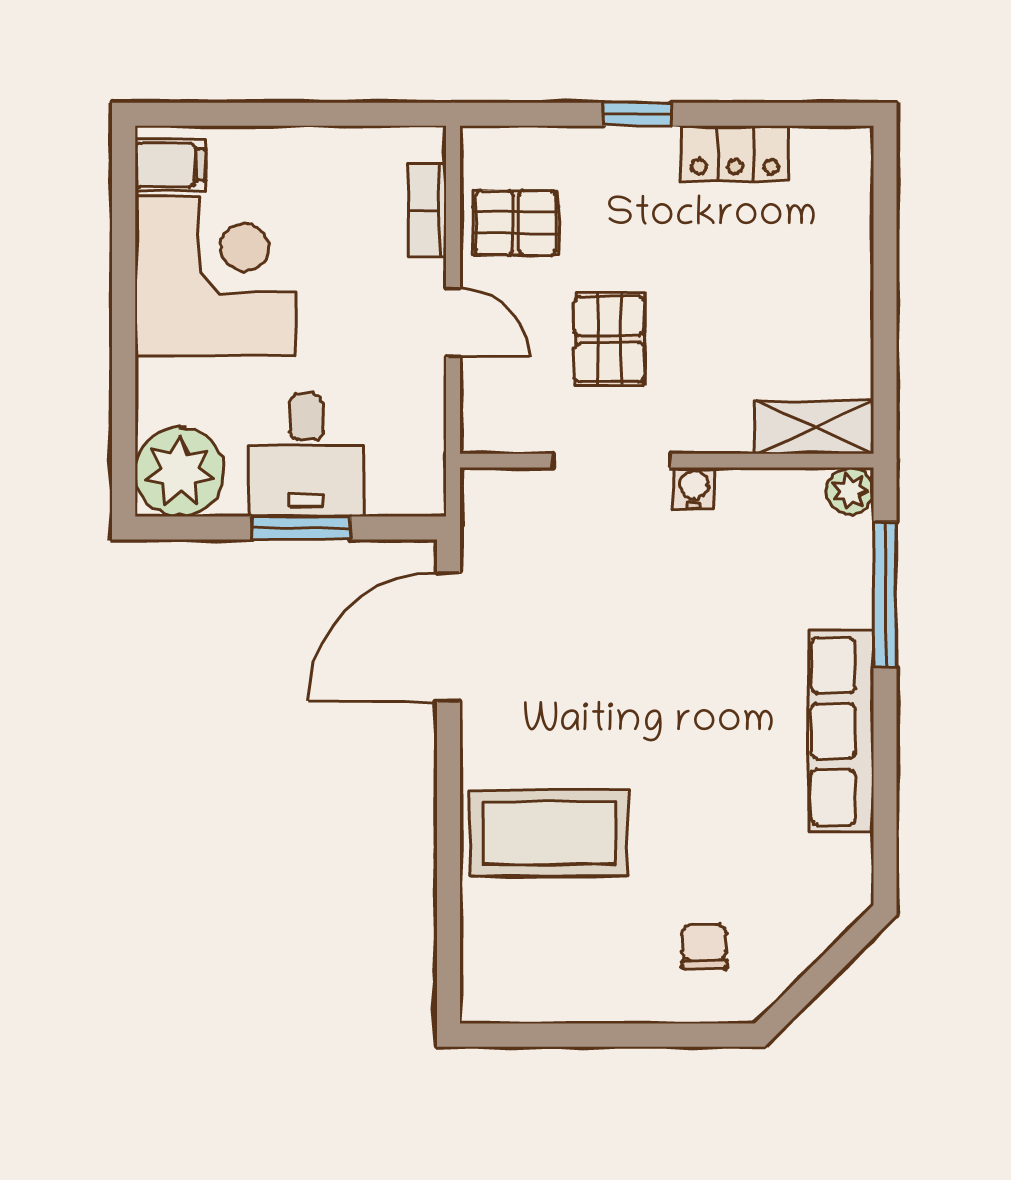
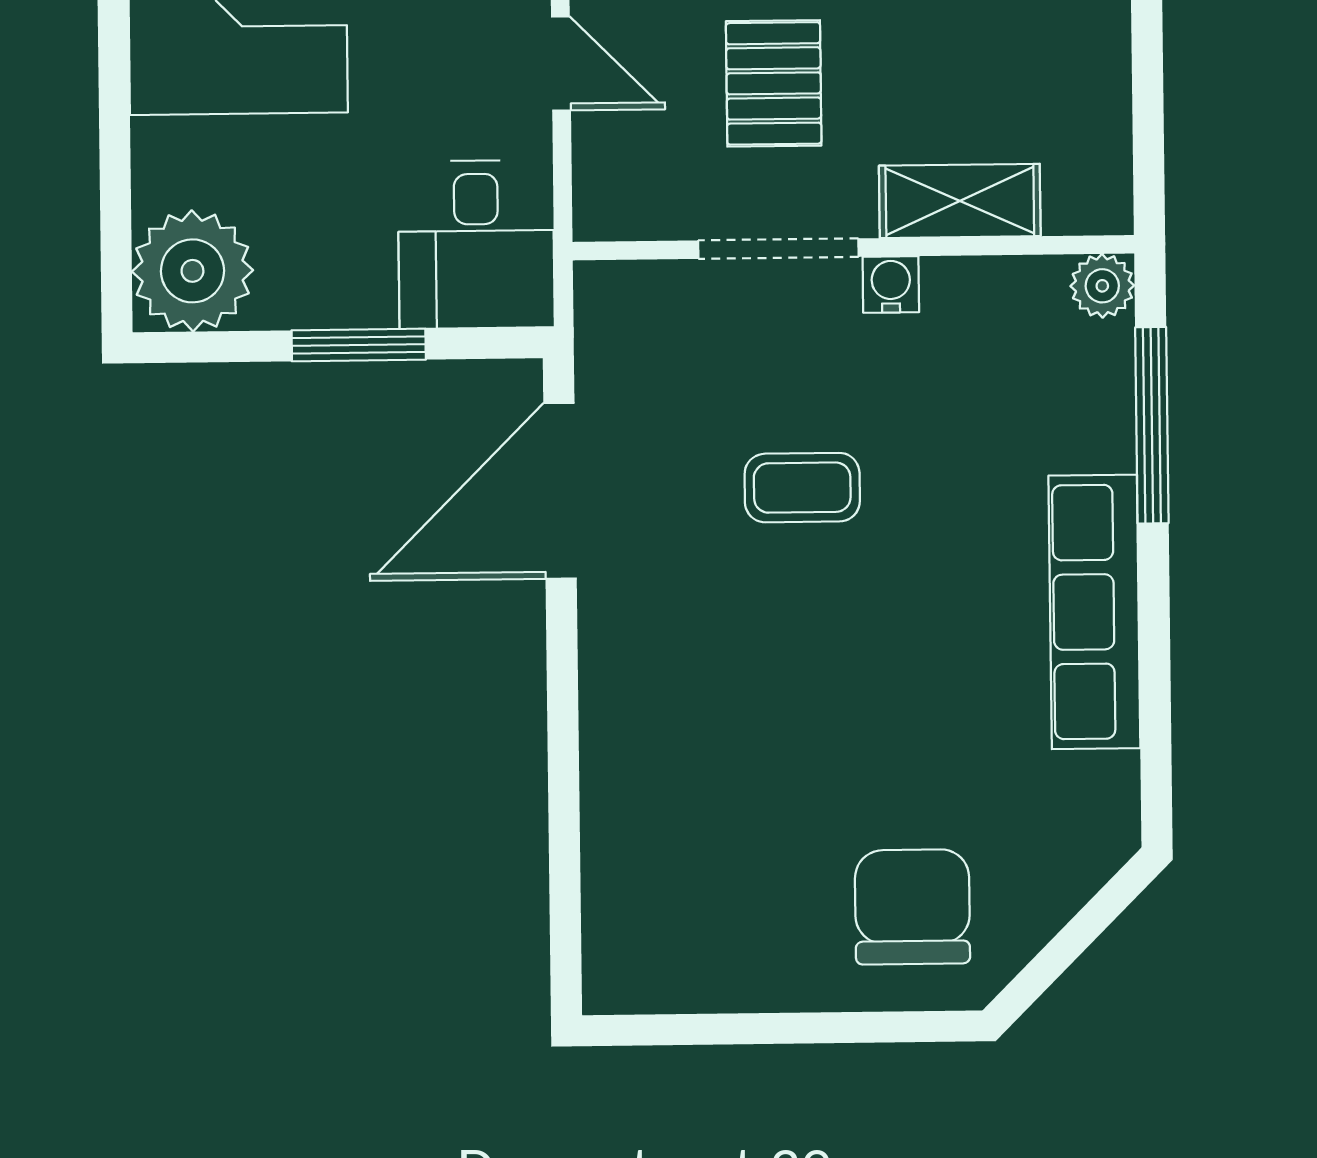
shelving: (814, 427) -> (960, 201), moved
desk: (306, 455) -> (476, 244), moved
coffee table: (549, 833) -> (802, 488), moved, width x0.54, depth x0.58
chair: (704, 947) -> (912, 907), width x1.87, depth x1.87

